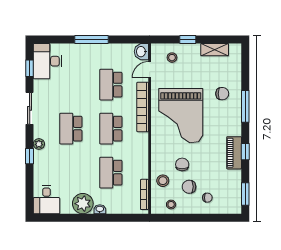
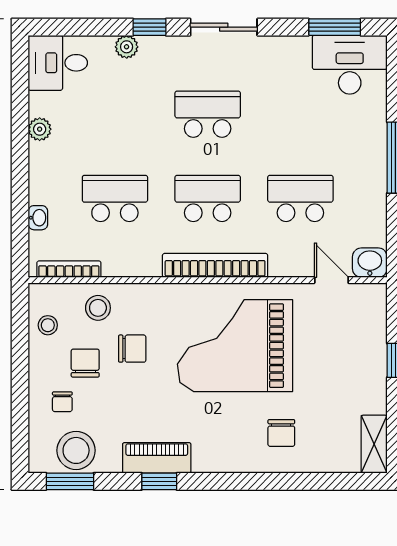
shelving: (215, 50) -> (374, 444), moved
stool: (172, 58) -> (76, 450), moved, width x1.89, depth x1.89
window: (30, 68) -> (335, 27), width x1.50
window: (245, 106) -> (254, 481), removed
bookcase: (143, 107) -> (215, 265), moved
sliding door: (30, 108) -> (224, 27), moved
plant: (39, 144) -> (127, 47), moved
plant: (83, 204) -> (40, 129), width x0.53, depth x0.53
washbasin: (100, 209) -> (38, 218), moved

